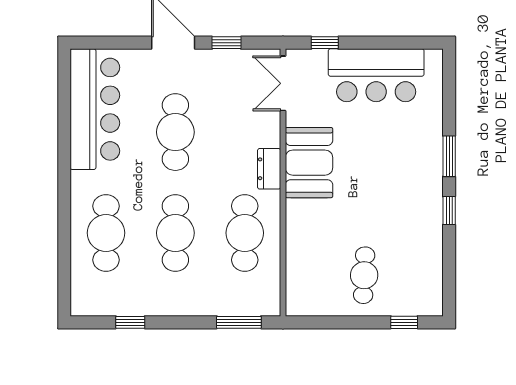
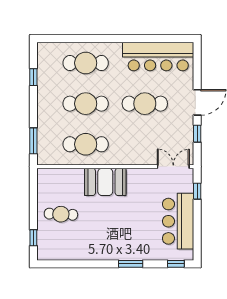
booth: (309, 163) -> (105, 182), moved
dresser: (269, 169) -> (123, 159), removed
window: (449, 211) -> (176, 264), moved

